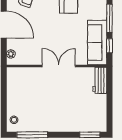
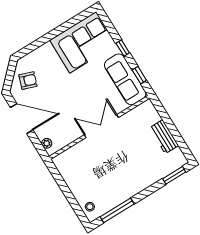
window: (109, 18) -> (123, 48), width x0.46
workbench: (100, 80) -> (164, 137), moved

